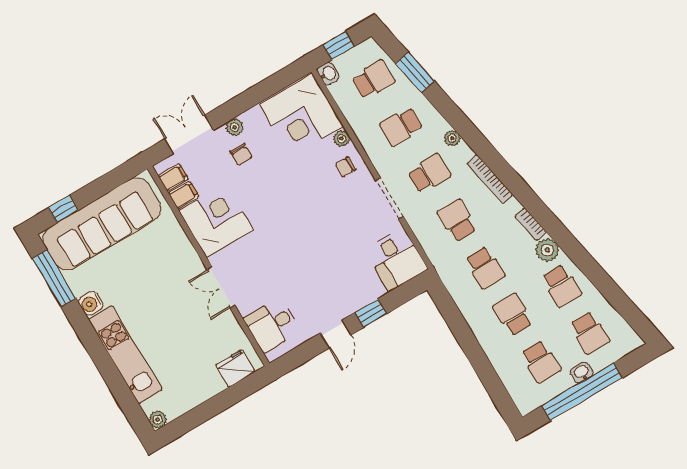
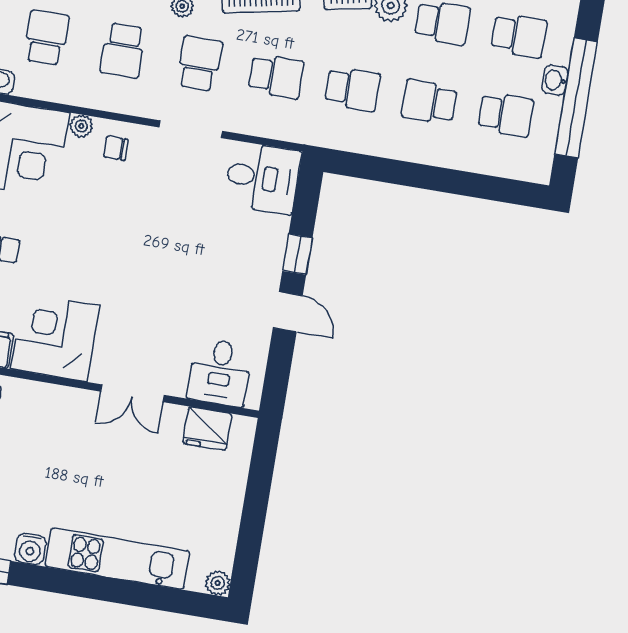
chair: (345, 167) -> (116, 148), turned 90
school desk: (457, 221) -> (276, 76), turned 180
fridge: (235, 368) -> (207, 429), moved, turned -90

